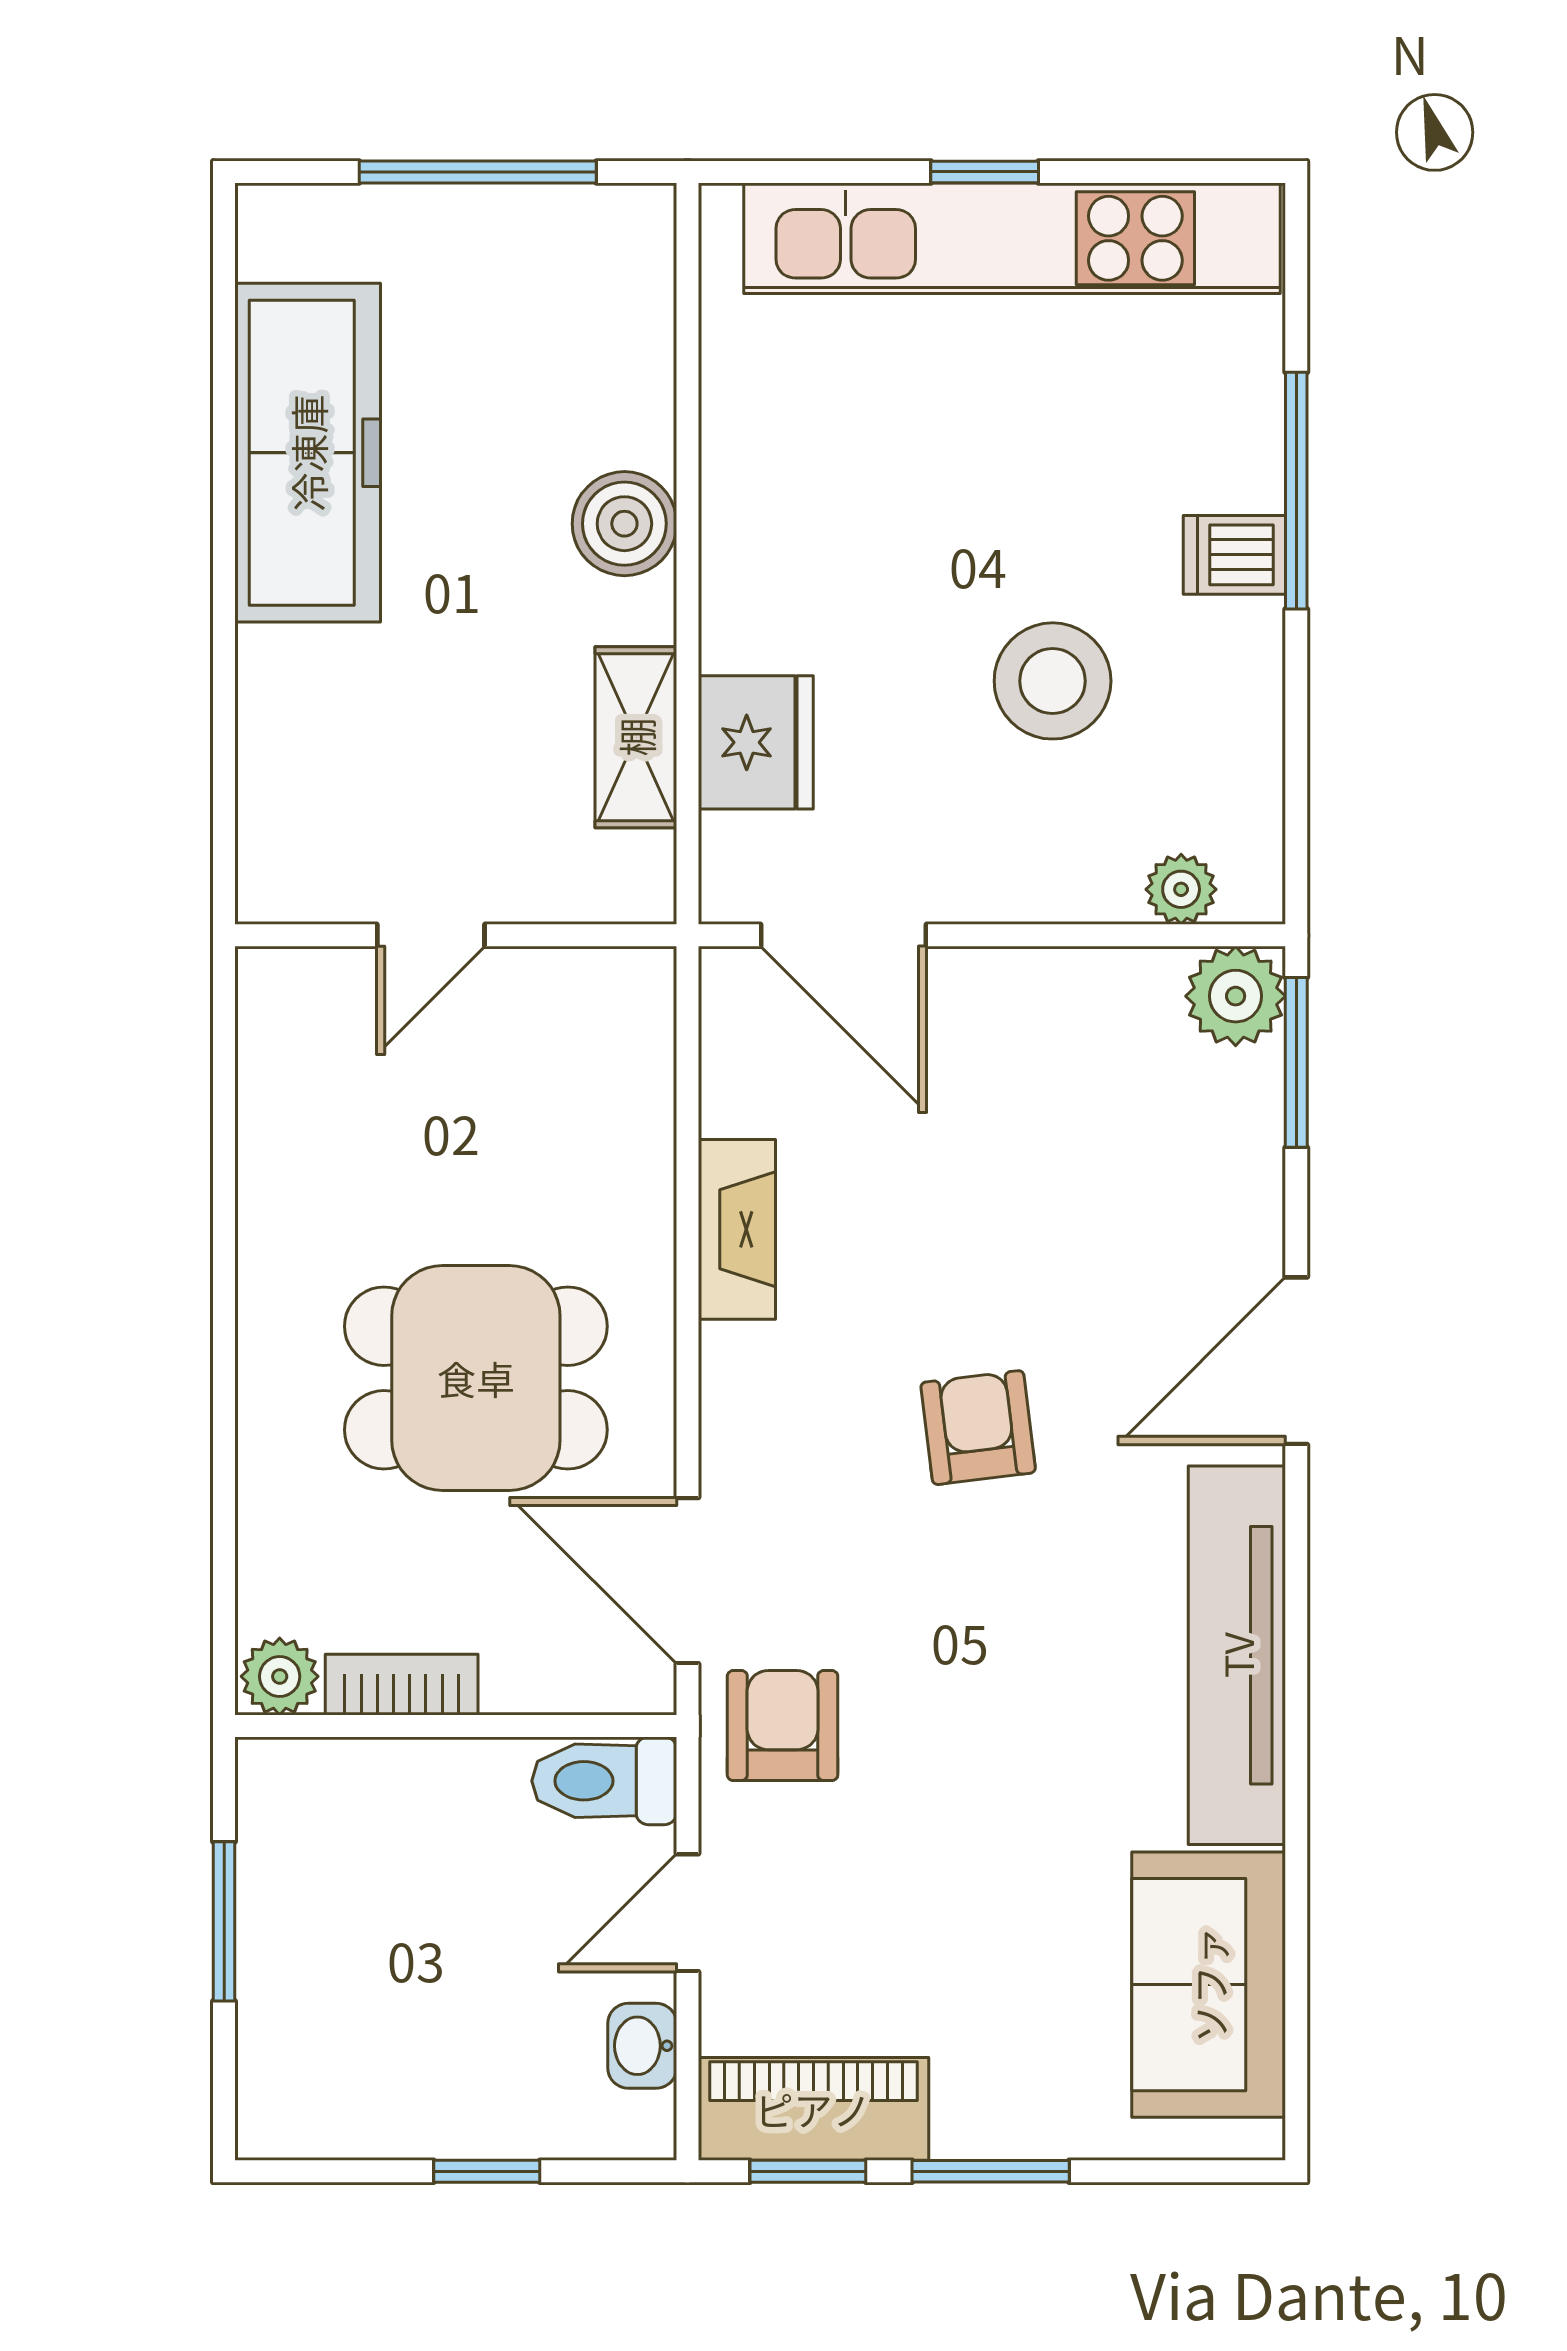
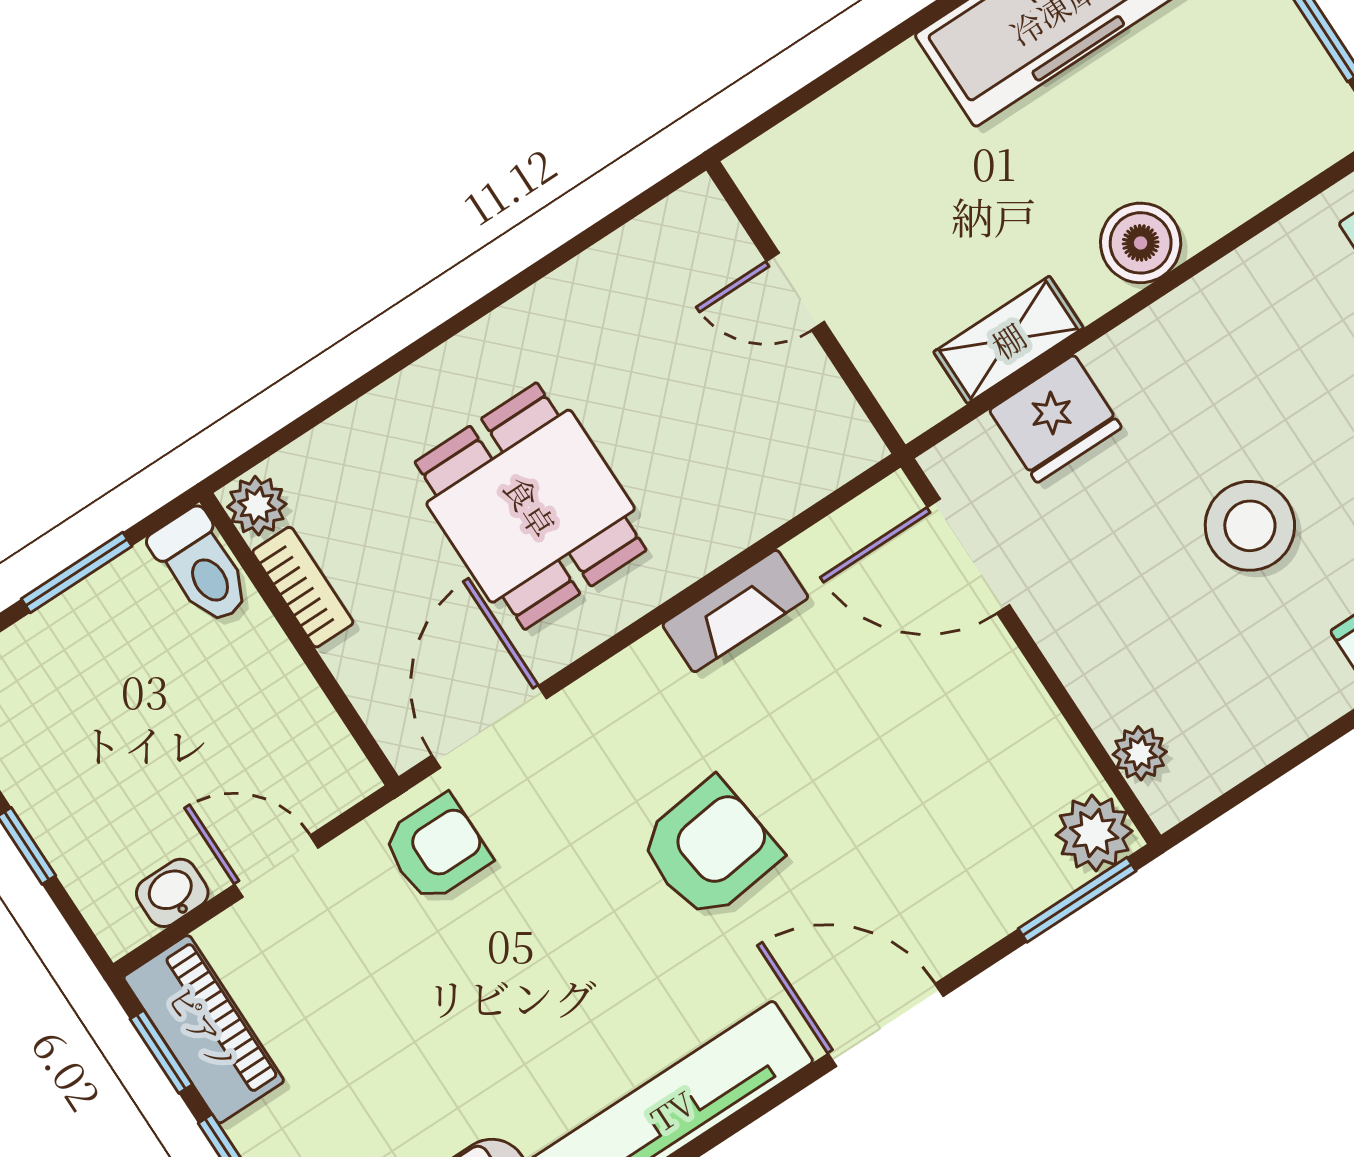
stool: (1053, 681) -> (1250, 526), moved
door: (843, 935) -> (969, 556), hinge flipped
armchair: (978, 1428) -> (709, 849), width x1.38, depth x1.38
toilet: (604, 1781) -> (202, 567), moved, turned 180

